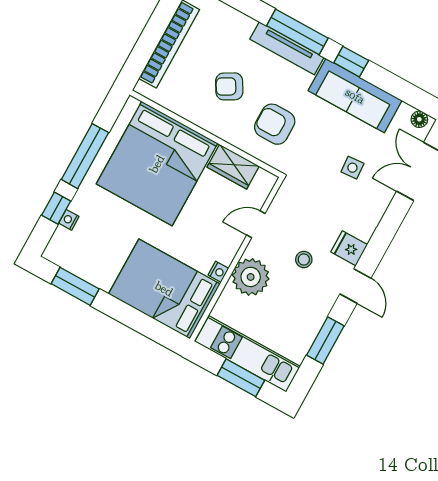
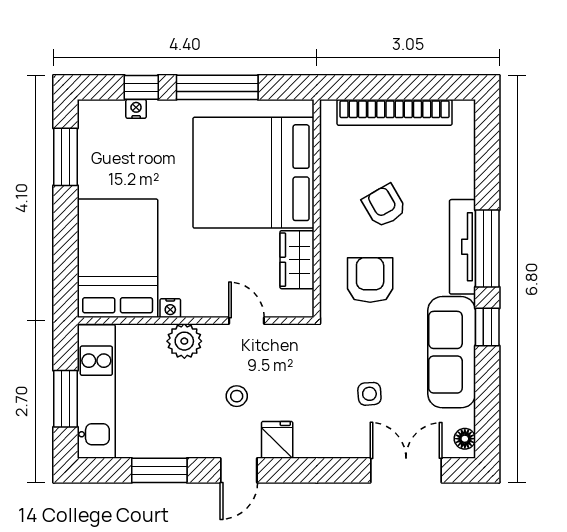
plant: (251, 277) -> (184, 341), width x0.73, depth x0.73

